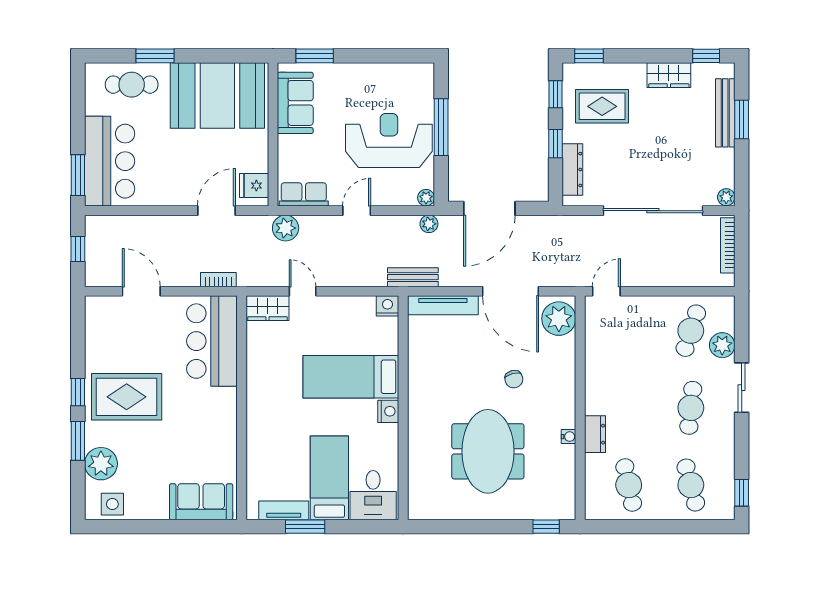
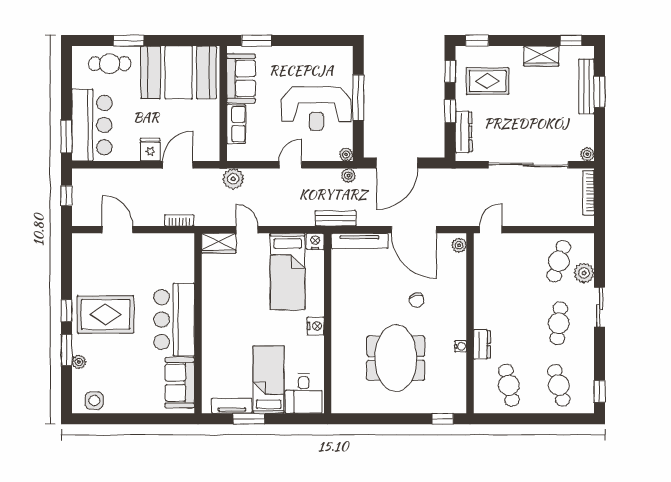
reception desk: (389, 141) -> (316, 109), turned 180
fridge: (254, 186) -> (150, 150), moved, turned 90
row of seats: (304, 194) -> (236, 124), moved, turned 90
plant: (559, 319) -> (459, 245), width x0.53, depth x0.53
bar counter: (212, 341) -> (174, 320), moved
bed: (351, 377) -> (288, 272), moved, turned -90
plant: (101, 464) -> (79, 362), width x0.53, depth x0.53
sofa: (201, 502) -> (180, 383), moved, turned -90

